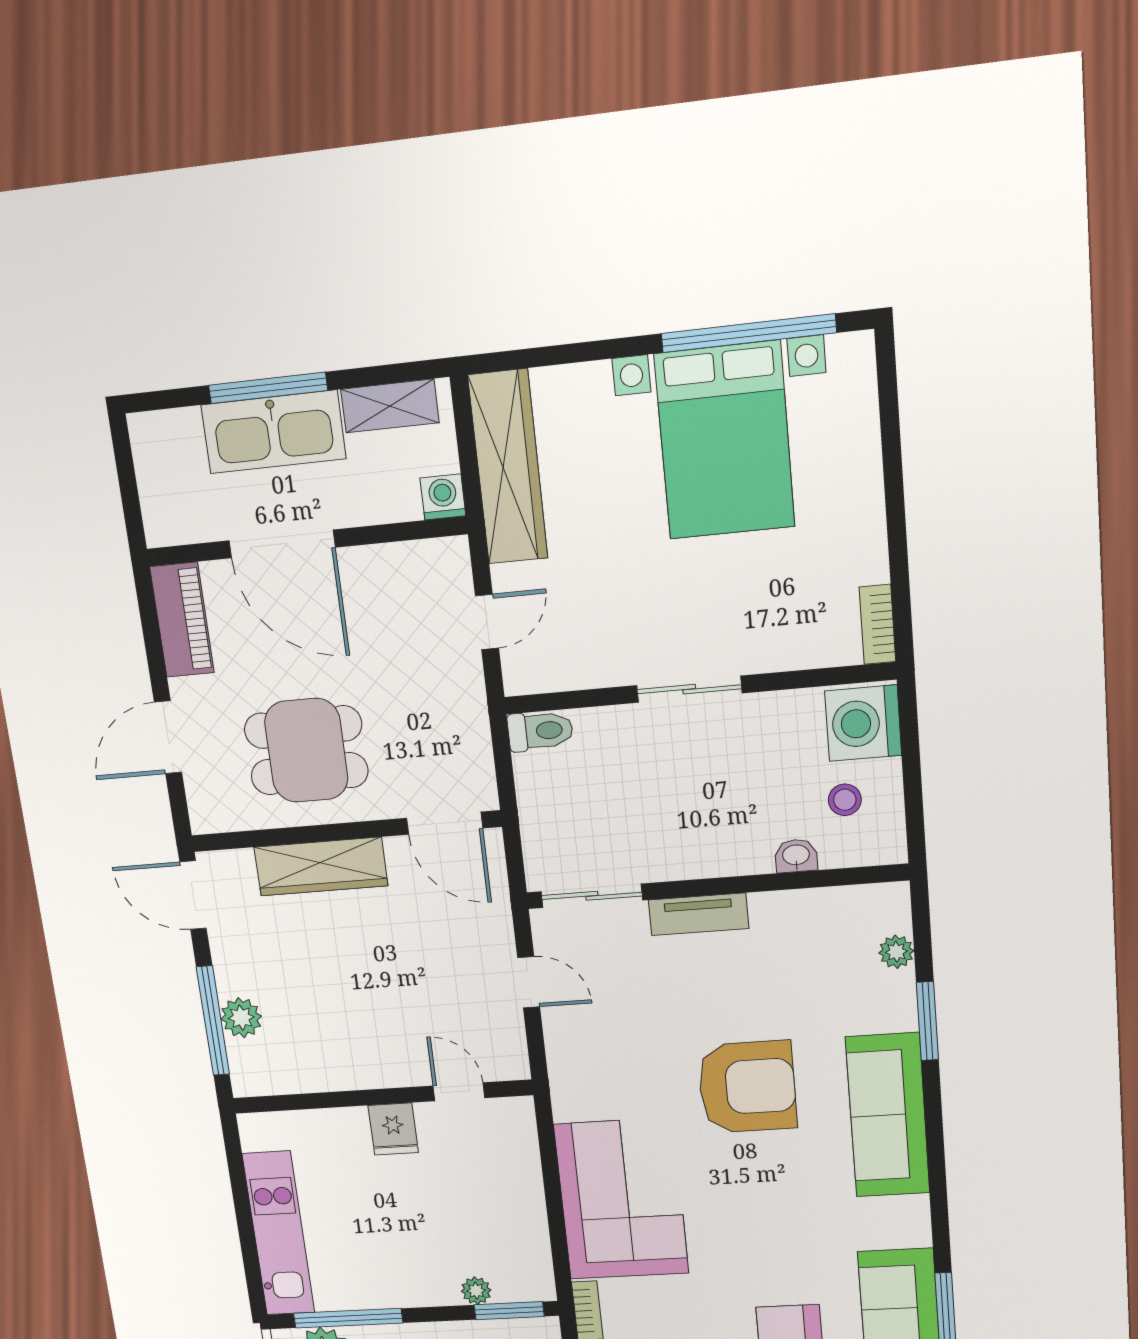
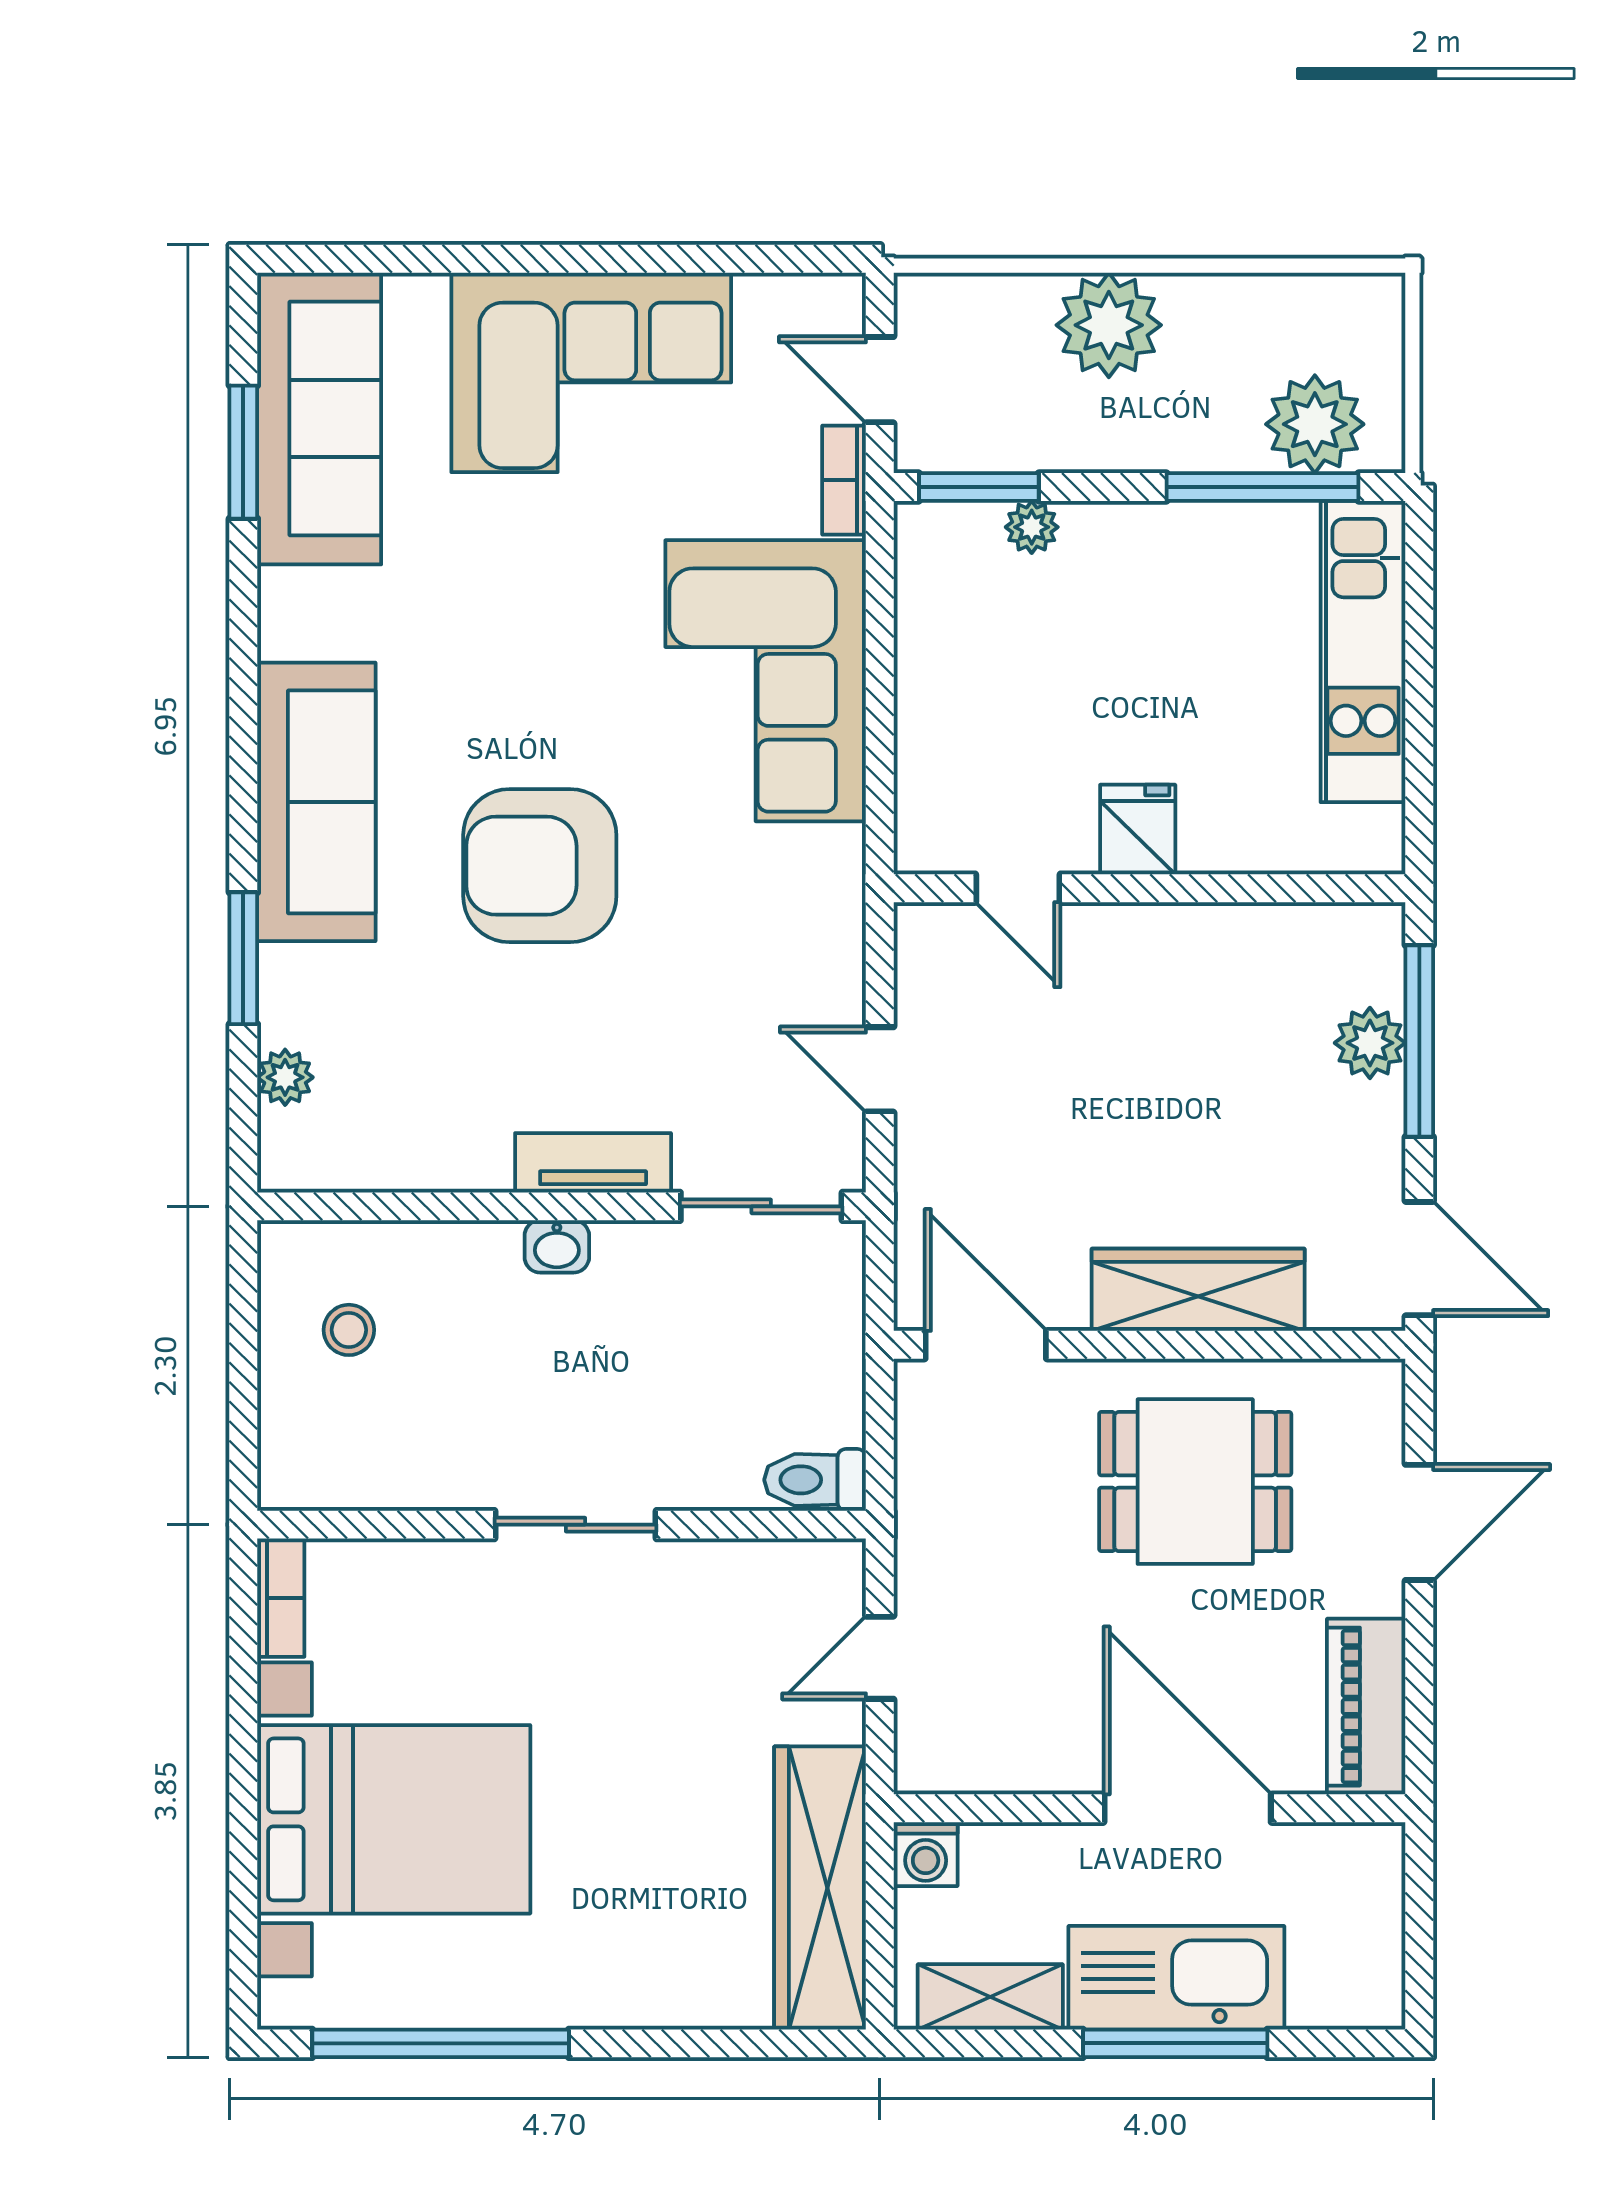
bed with nightstands: (725, 441) -> (394, 1819), moved, turned 90
washing machine: (863, 723) -> (313, 1448), removed
washbasin: (796, 856) -> (557, 1246), moved

